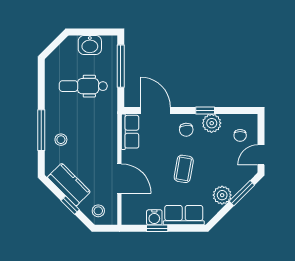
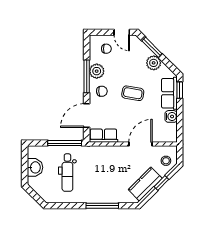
window: (121, 66) -> (65, 143), moved
window: (205, 110) -> (87, 76), width x2.17
stool: (61, 140) -> (110, 190), removed
window: (157, 228) -> (180, 90), moved

